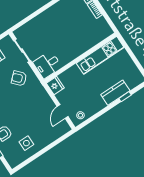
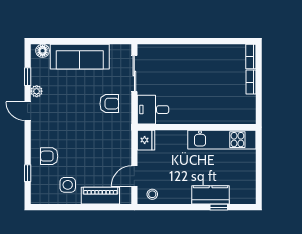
armchair: (19, 78) -> (109, 104), turned 133
piano: (50, 137) -> (100, 196), added

